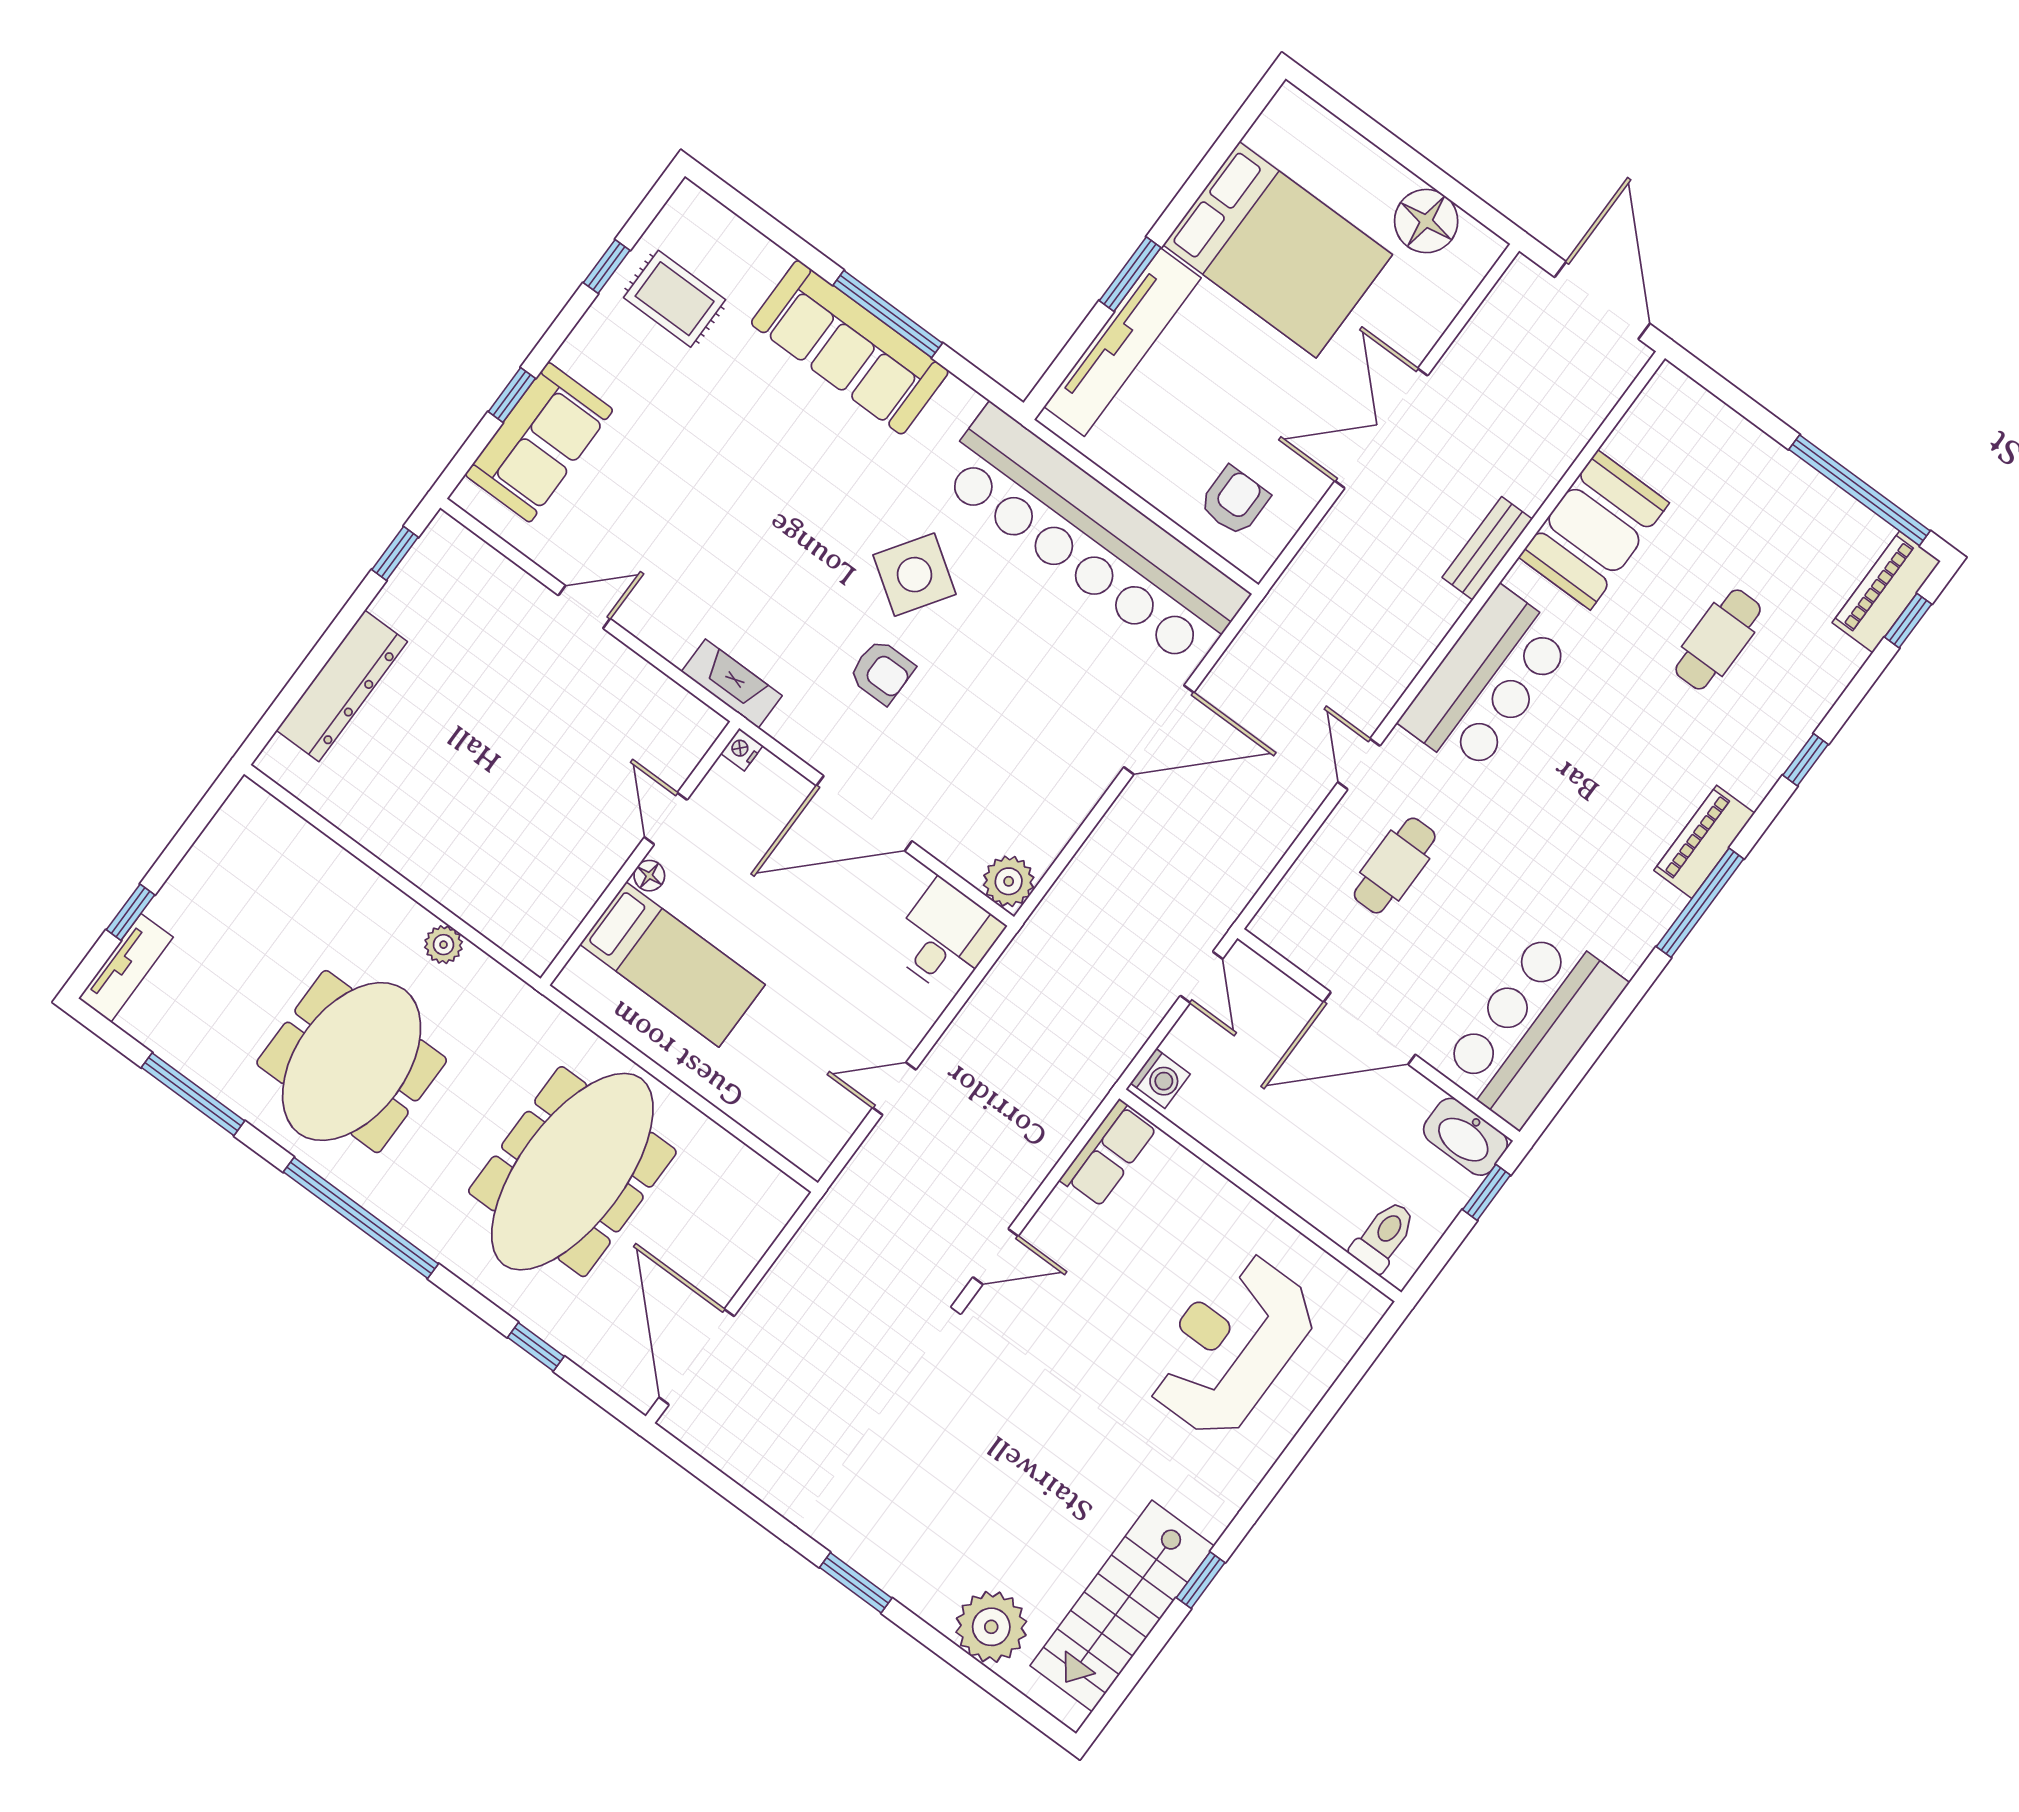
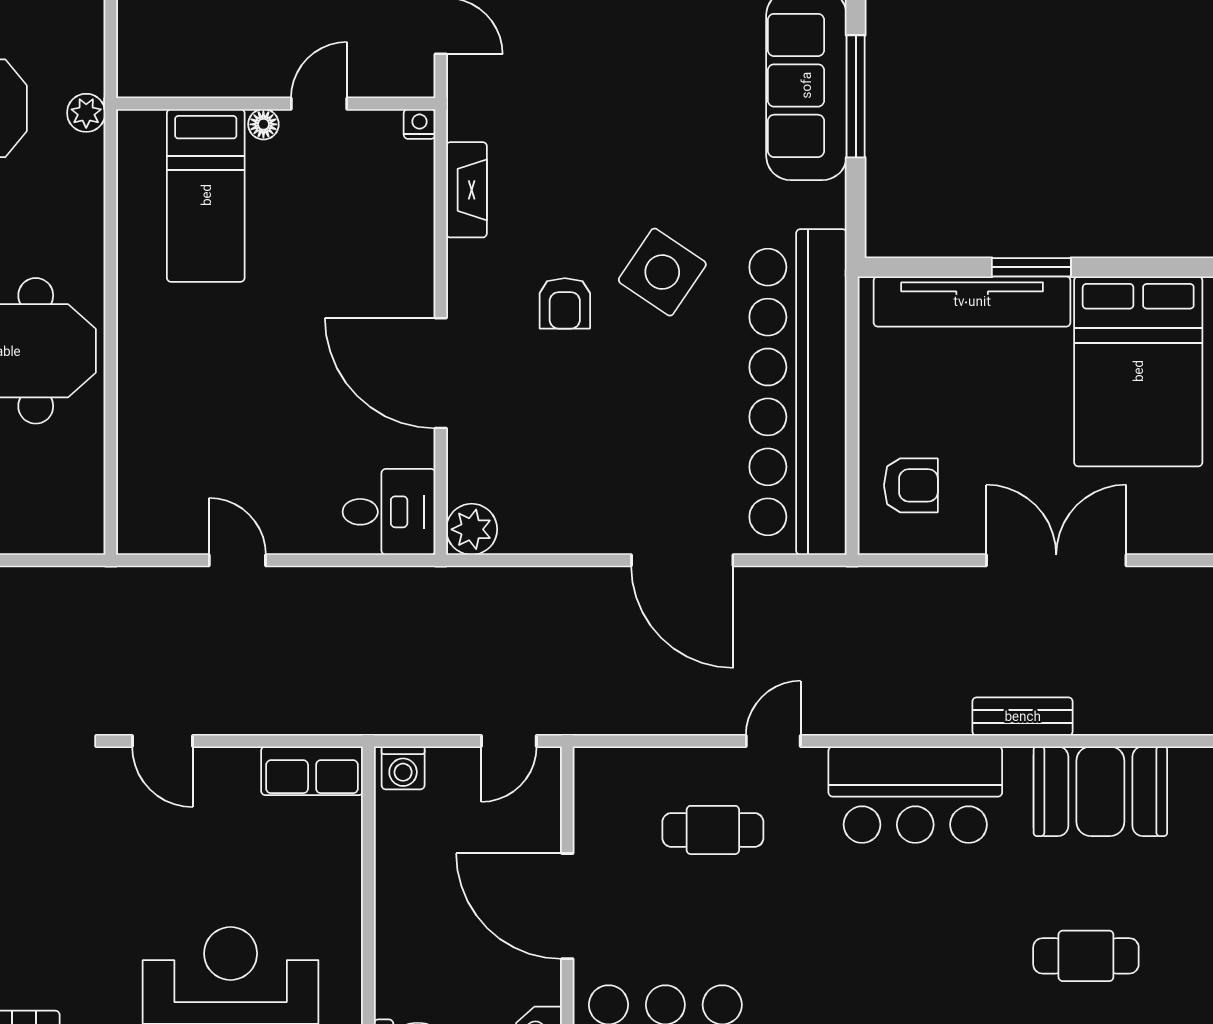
nightstand: (742, 750) -> (419, 124), moved
door: (666, 818) -> (319, 104), moved
wall: (640, 853) -> (276, 104), moved
floor lamp: (649, 876) -> (263, 124), moved
bed: (672, 965) -> (206, 195), moved

